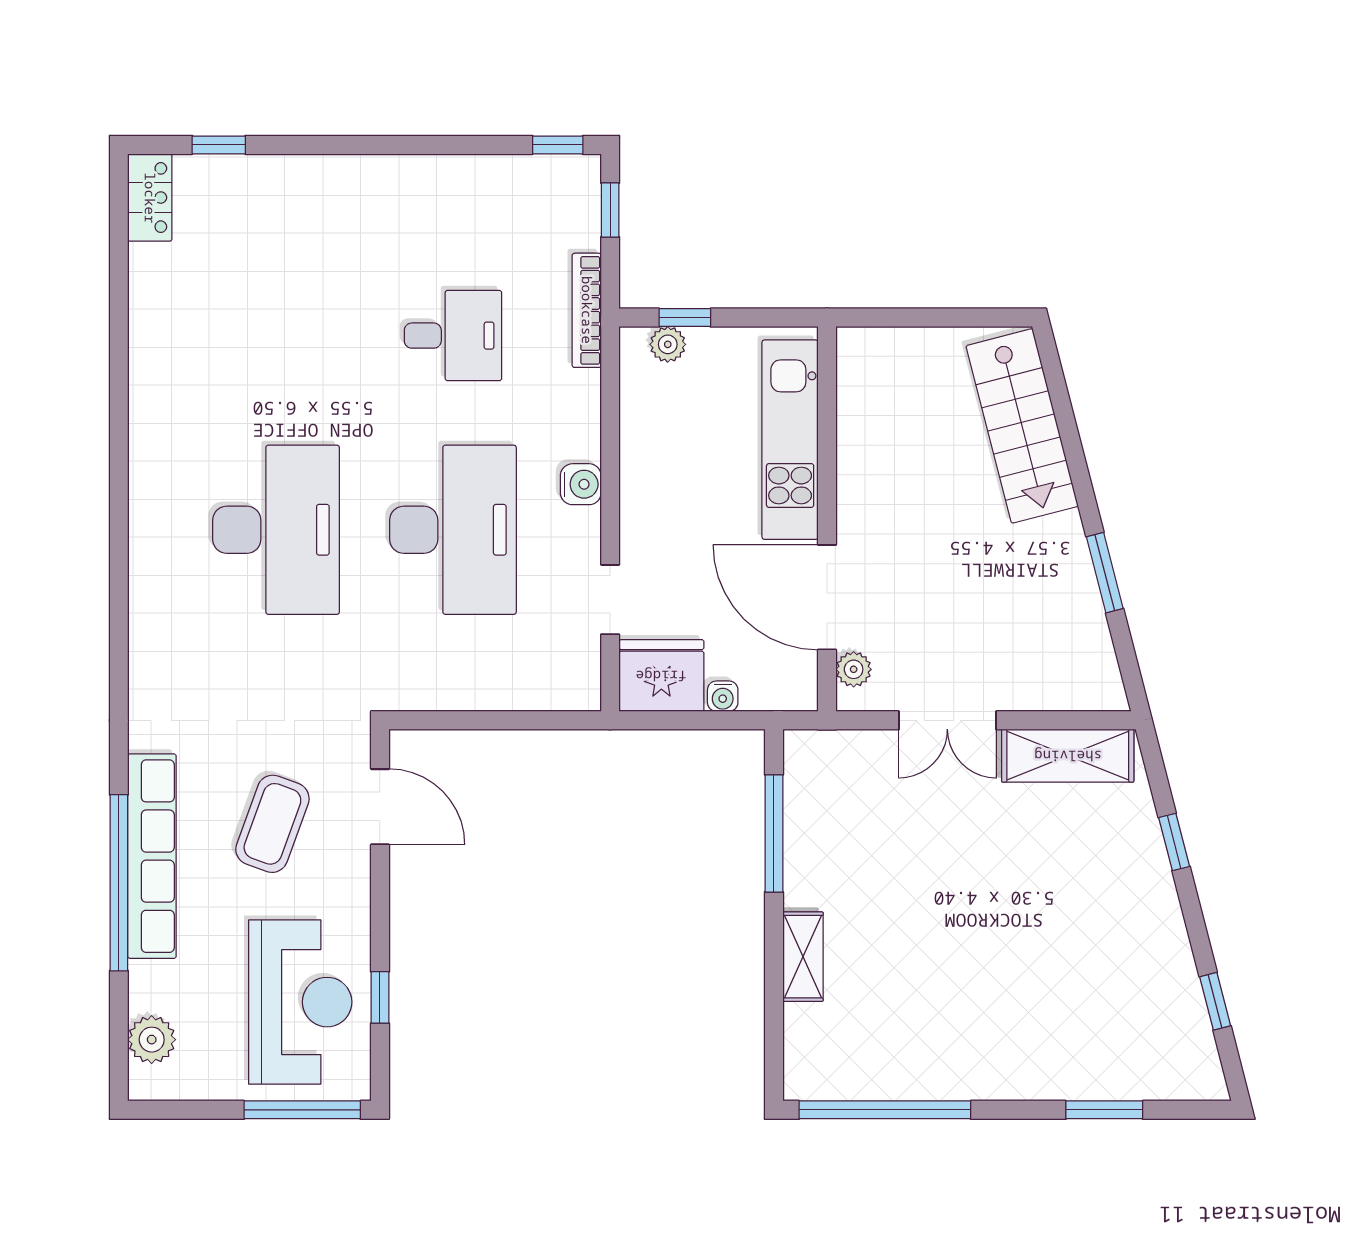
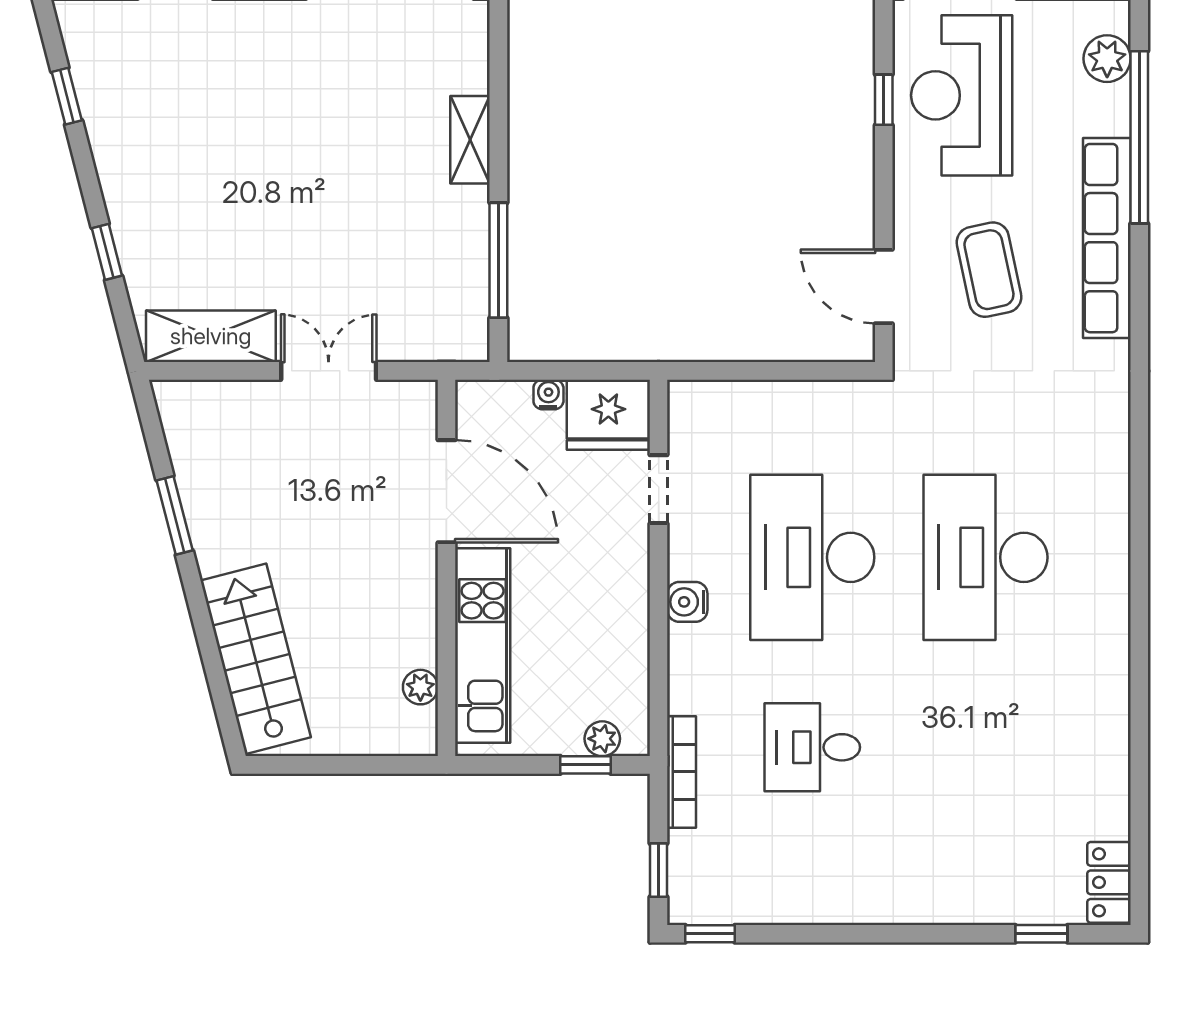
plant: (854, 669) -> (420, 687), moved
coffee table: (272, 824) -> (989, 270), turned -32
window: (119, 883) -> (1139, 137), moved

